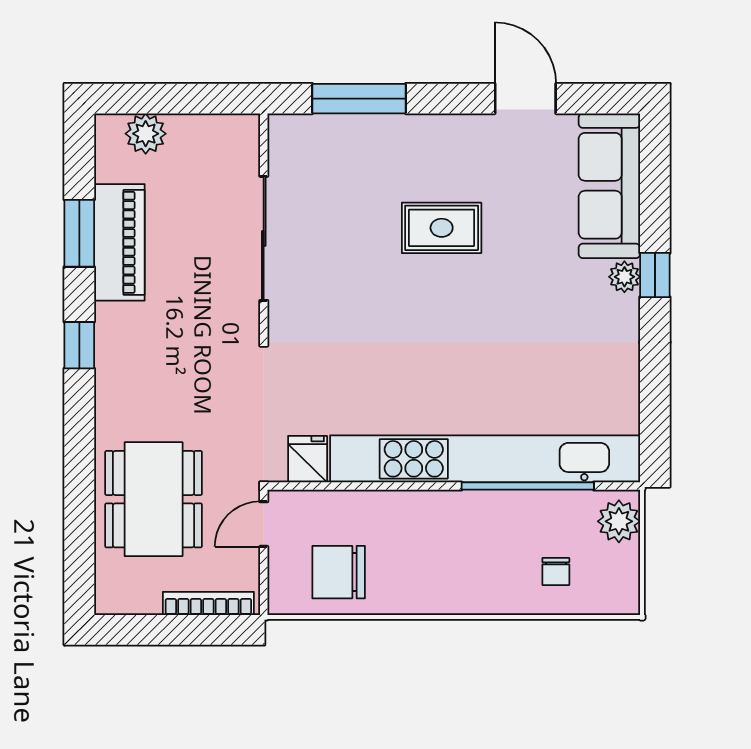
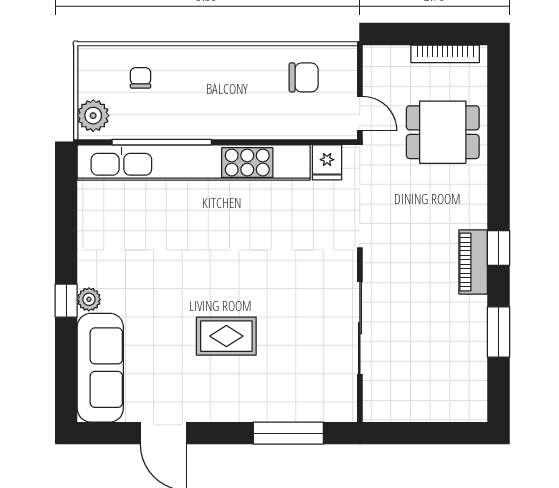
plant: (146, 134) -> (449, 407), removed
piano: (119, 242) -> (473, 262), moved, width x0.73, depth x0.75
dining table: (154, 499) -> (443, 132), width x0.73
door: (264, 524) -> (360, 114), hinge flipped
chair: (339, 572) -> (304, 77), width x0.73, depth x0.73
bookcase: (208, 604) -> (445, 54), moved

